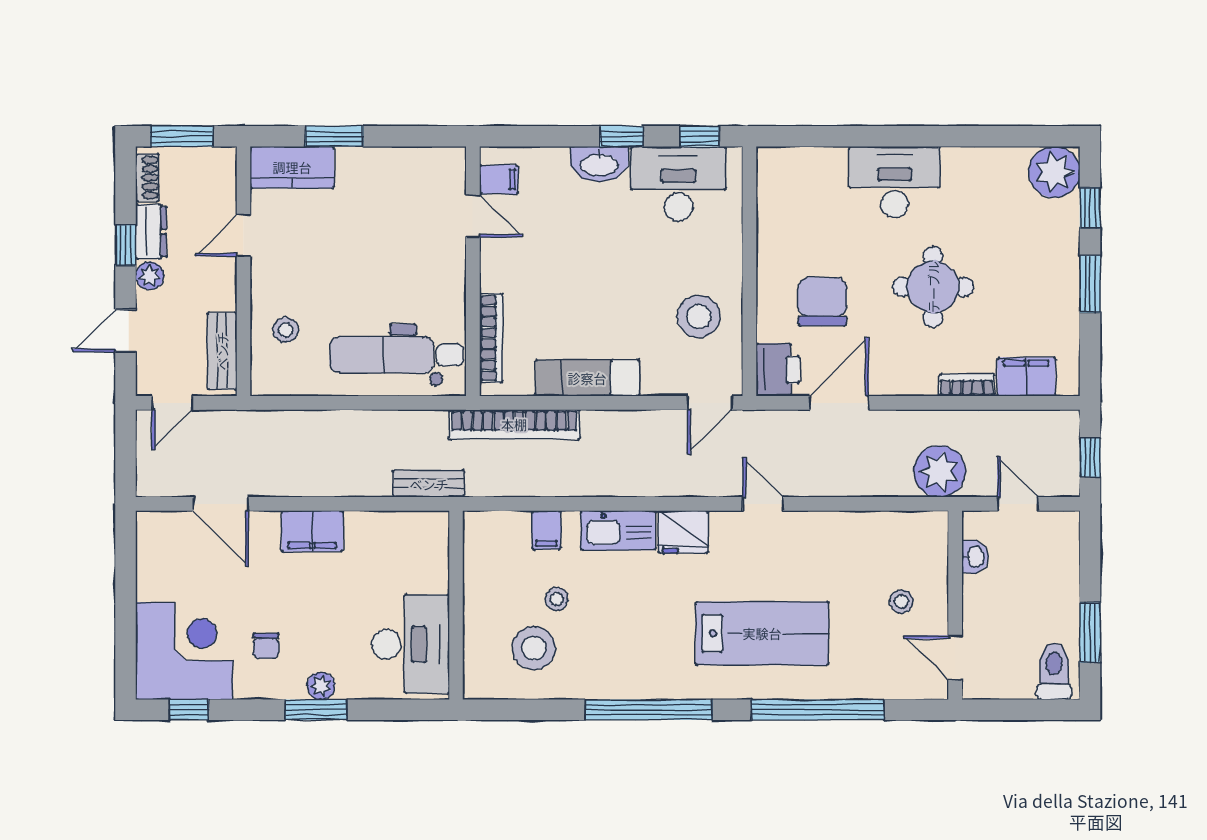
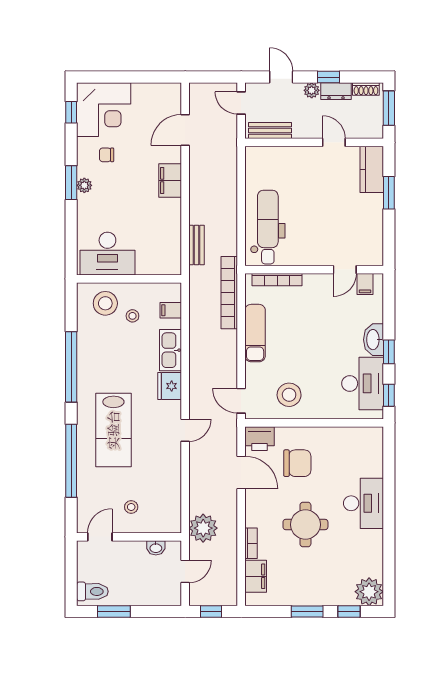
stool: (286, 330) -> (282, 166), removed
wall: (456, 605) -> (129, 279), moved
desk: (410, 644) -> (107, 254), moved

